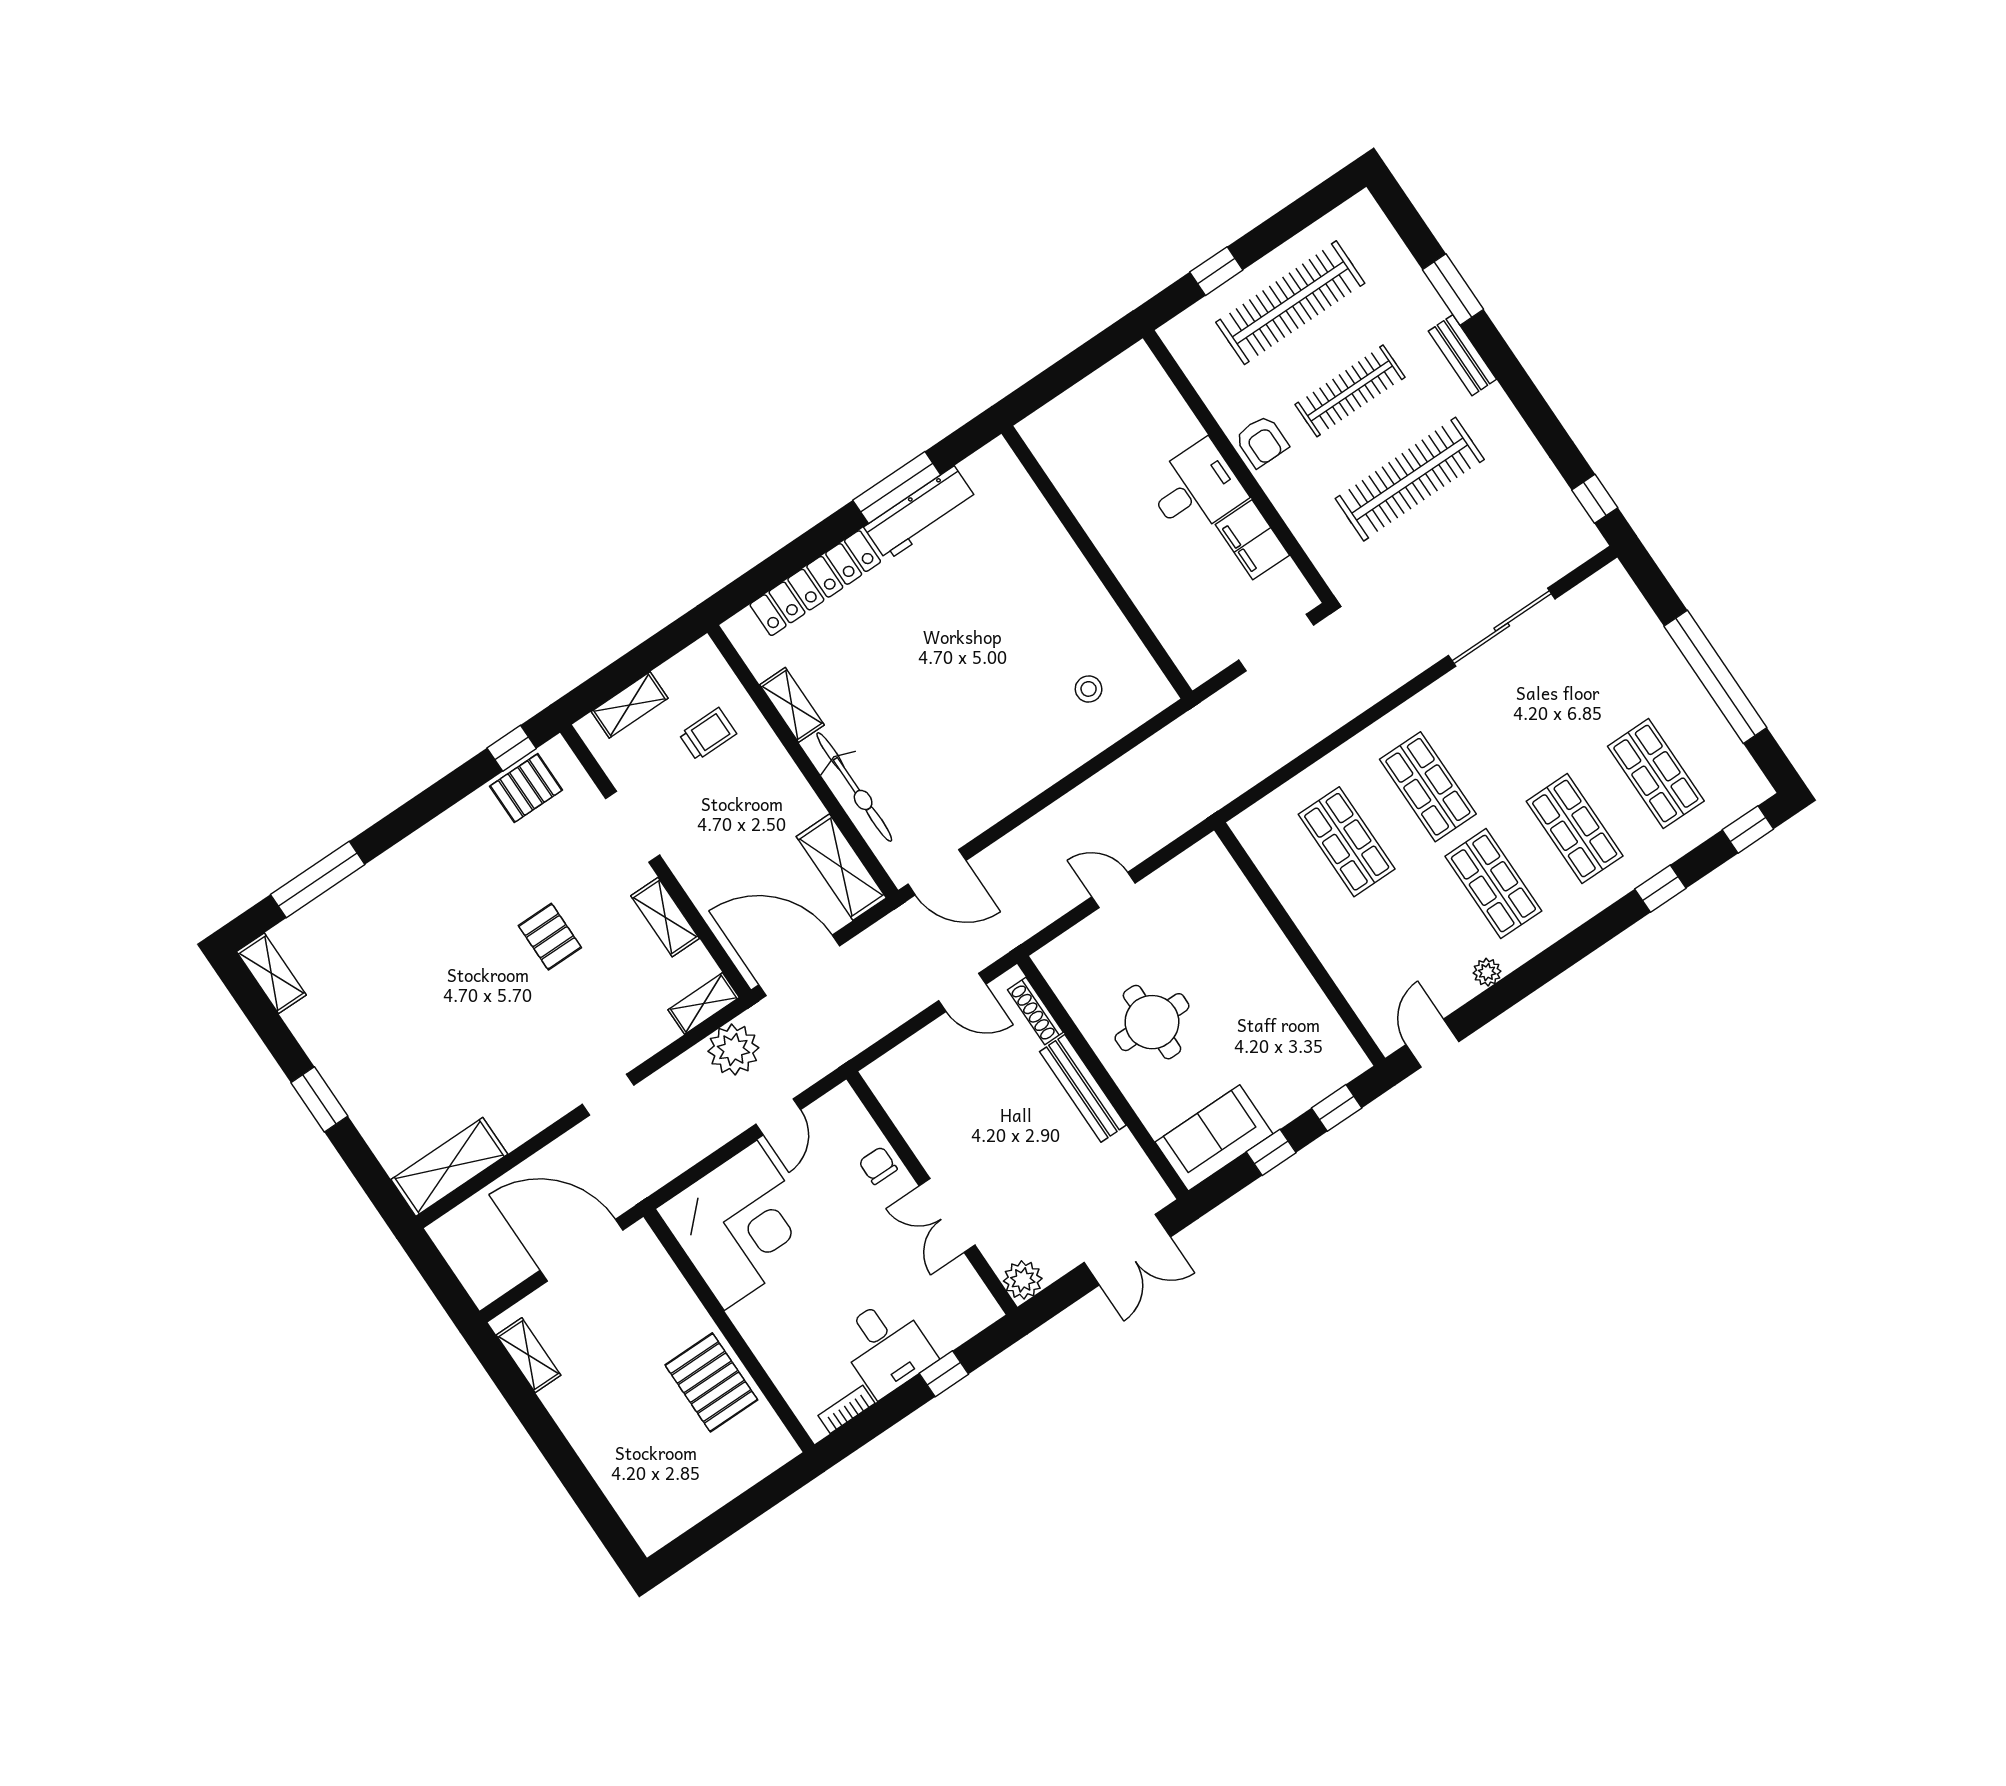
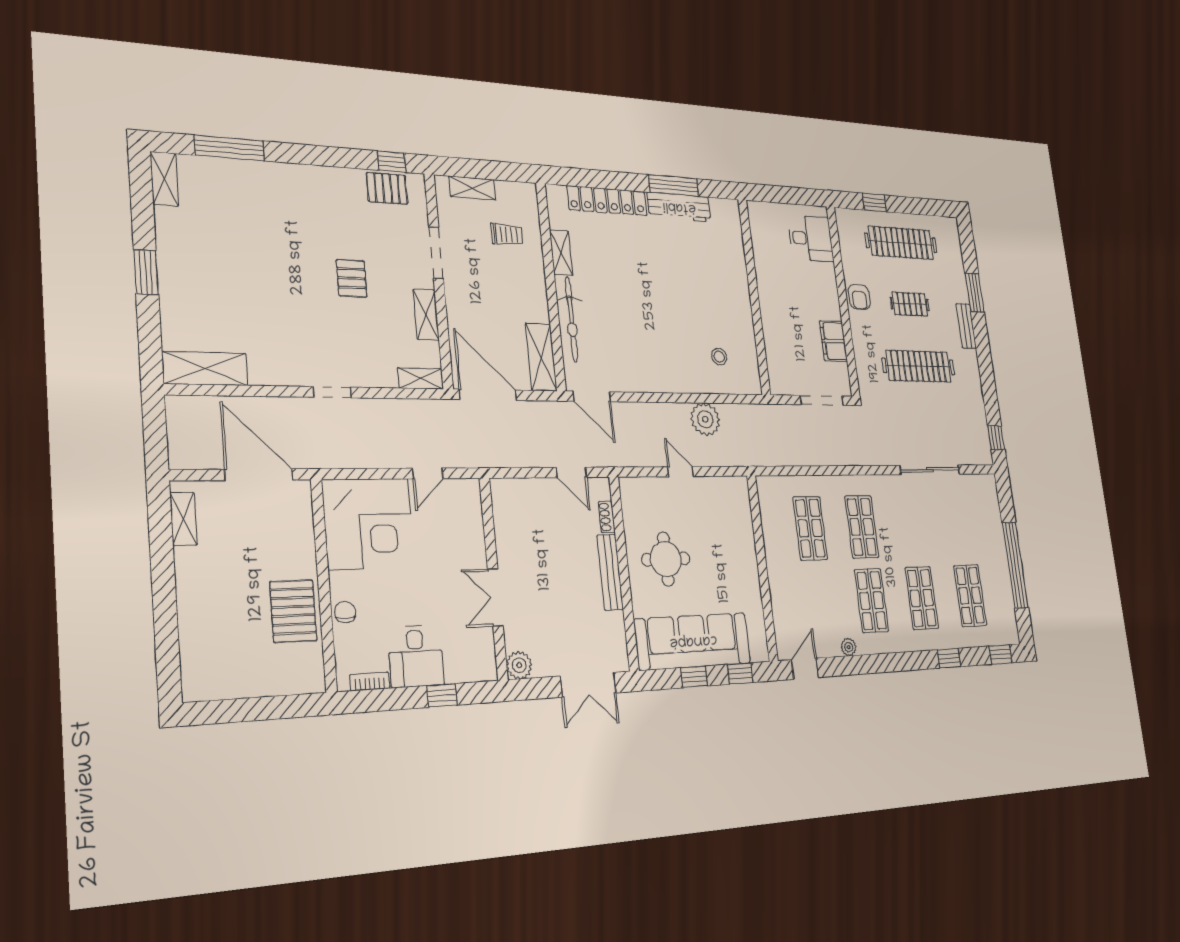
clothes rail: (1350, 391) -> (910, 304), width x0.73
desk: (1196, 489) -> (811, 238), moved
shoe rack: (1035, 1011) -> (607, 517), width x0.70
plant: (733, 1050) -> (705, 419), moved
sofa: (1214, 1138) -> (693, 641), width x1.85, depth x1.27
chair: (878, 1165) -> (345, 612), moved

